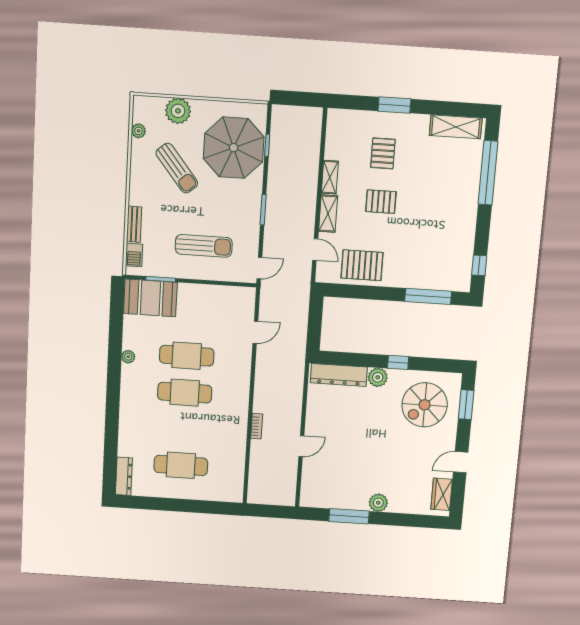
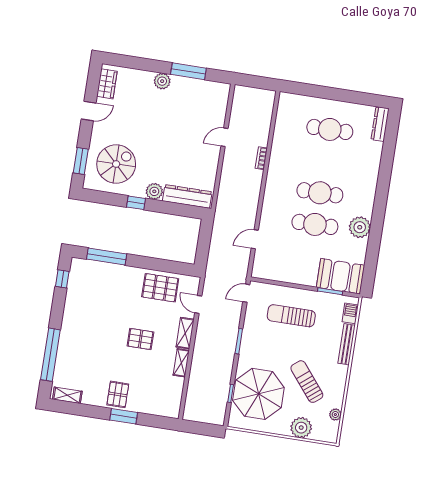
shelving: (456, 127) -> (67, 395), width x0.67, depth x0.75
pallet: (383, 153) -> (118, 394), moved
bench: (134, 224) -> (347, 344), width x1.36
plant: (128, 357) -> (360, 227), width x1.88, depth x1.88

